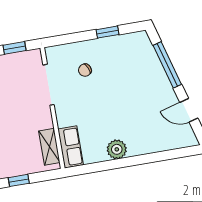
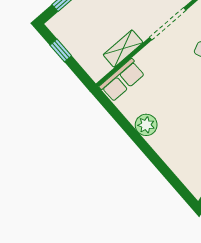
shelving: (49, 147) -> (123, 49), moved

